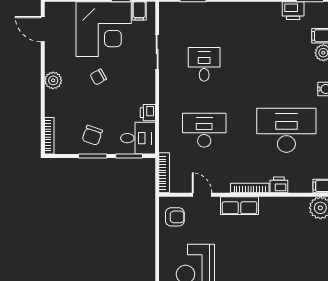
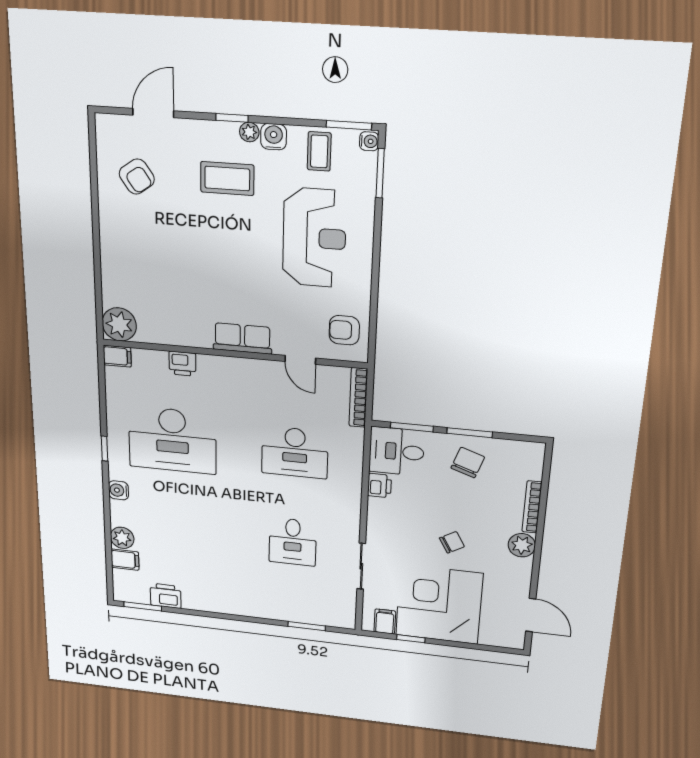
bookcase: (49, 136) -> (532, 507), moved
bookcase: (250, 188) -> (227, 363), removed

